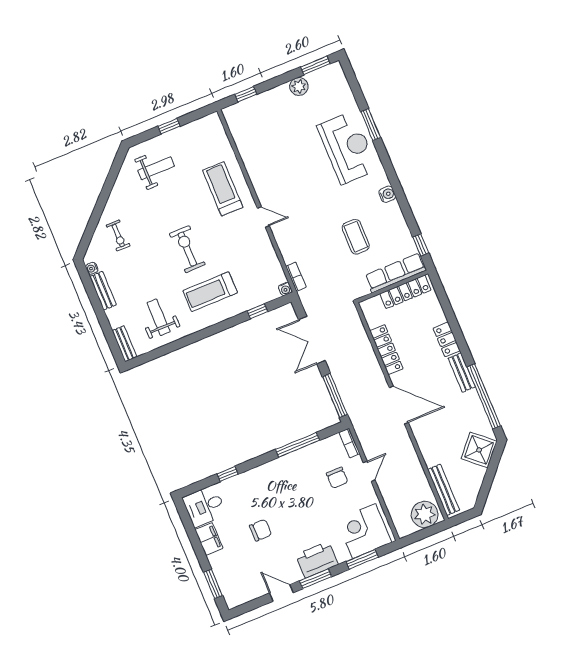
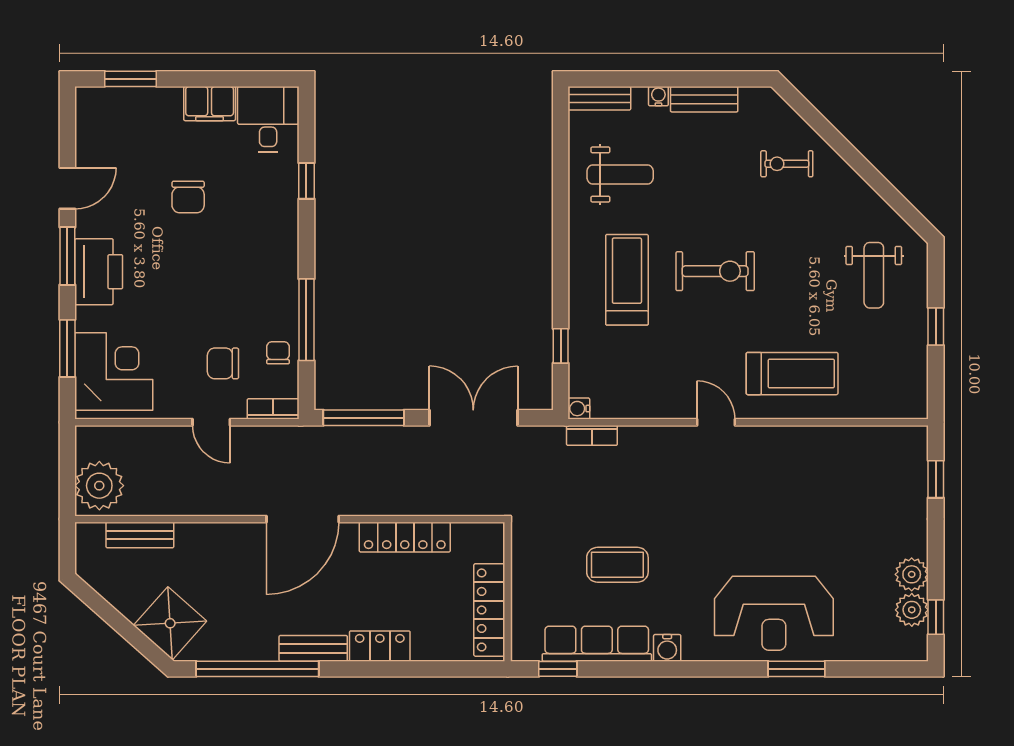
window: (315, 65) -> (936, 617), width x0.67
plant: (317, 79) -> (912, 610), added
door: (263, 217) -> (716, 422), swing flipped
water cooler: (92, 268) -> (658, 96), moved
row of seats: (396, 273) -> (597, 644), moved, turned -90
chair: (320, 452) -> (278, 353), added
bench: (444, 490) -> (140, 535), width x0.73

